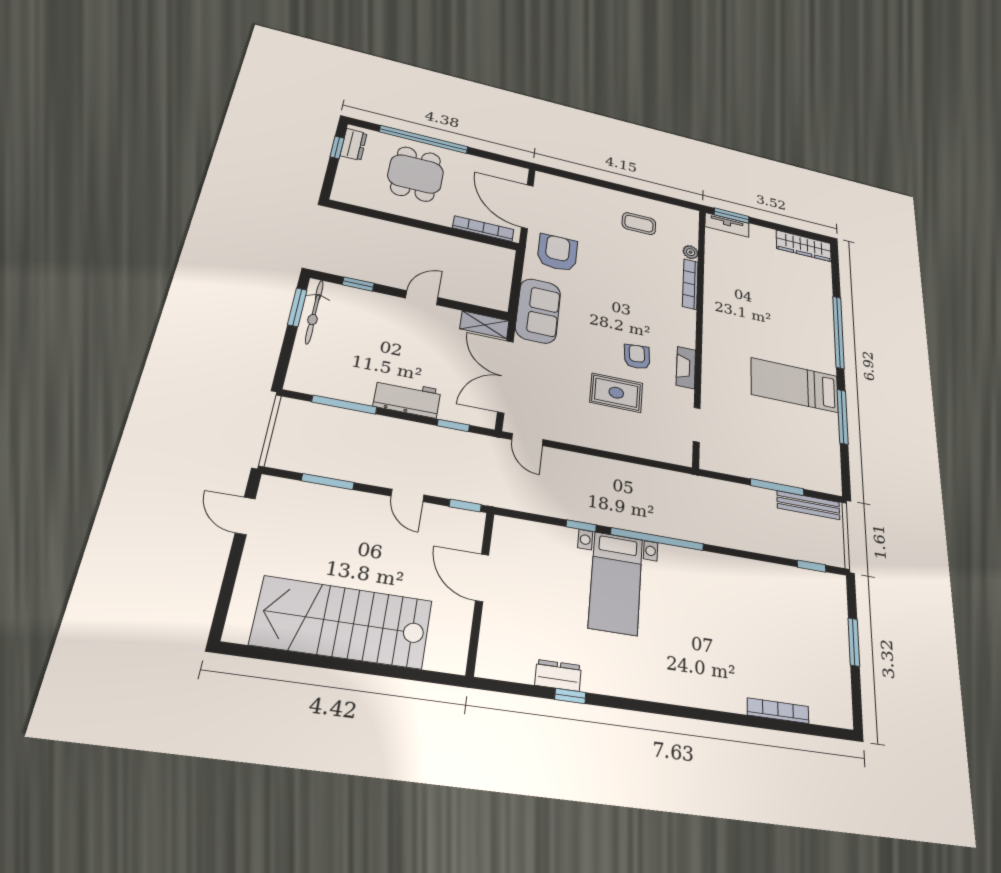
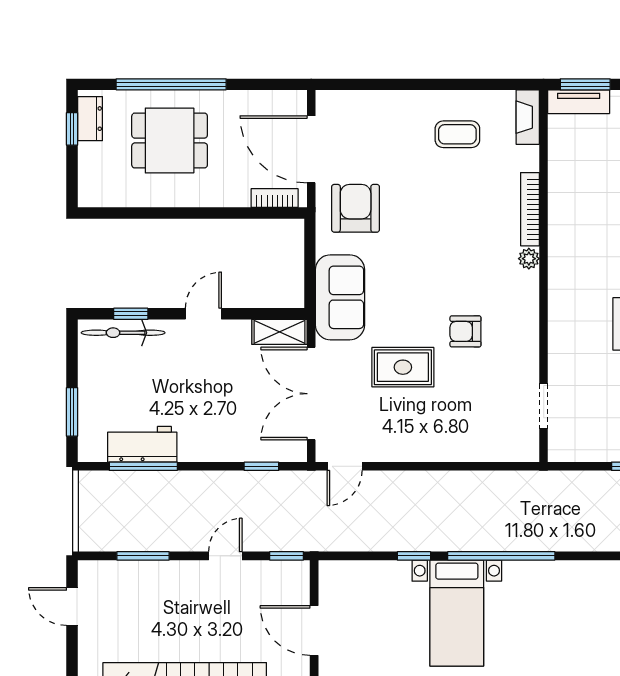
dining table: (416, 174) -> (170, 141), turned 90
bookcase: (483, 229) -> (275, 198), width x0.64
plant: (691, 252) -> (529, 259), moved
window: (297, 307) -> (72, 412), moved
bicycle: (314, 312) -> (123, 333), moved, turned 90
armchair: (637, 357) -> (465, 331), turned -85
fireplace: (686, 367) -> (528, 117), moved
rug: (616, 393) -> (403, 367), moved
workbench: (407, 398) -> (142, 444), moved
door: (527, 440) -> (345, 466), hinge flipped
door: (407, 495) -> (225, 556), swing flipped

